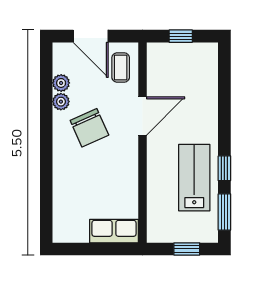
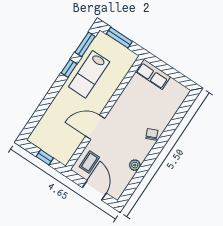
plant: (61, 83) -> (128, 175), removed
chair: (89, 128) -> (152, 134), moved, width x0.54, depth x0.54
window: (187, 249) -> (119, 38), width x1.50

